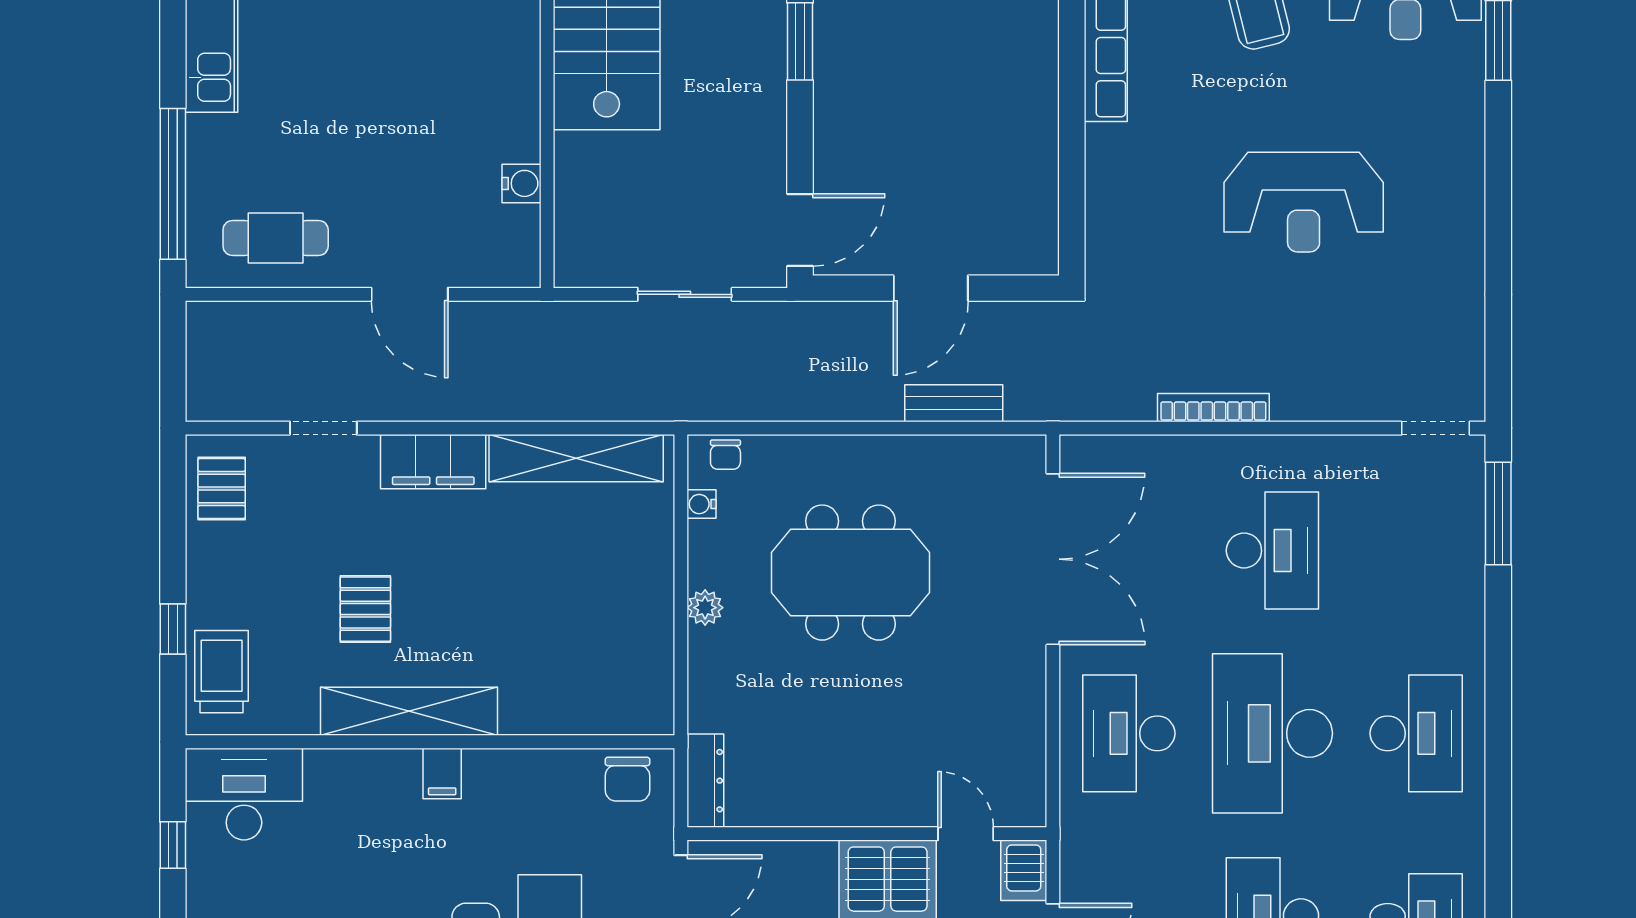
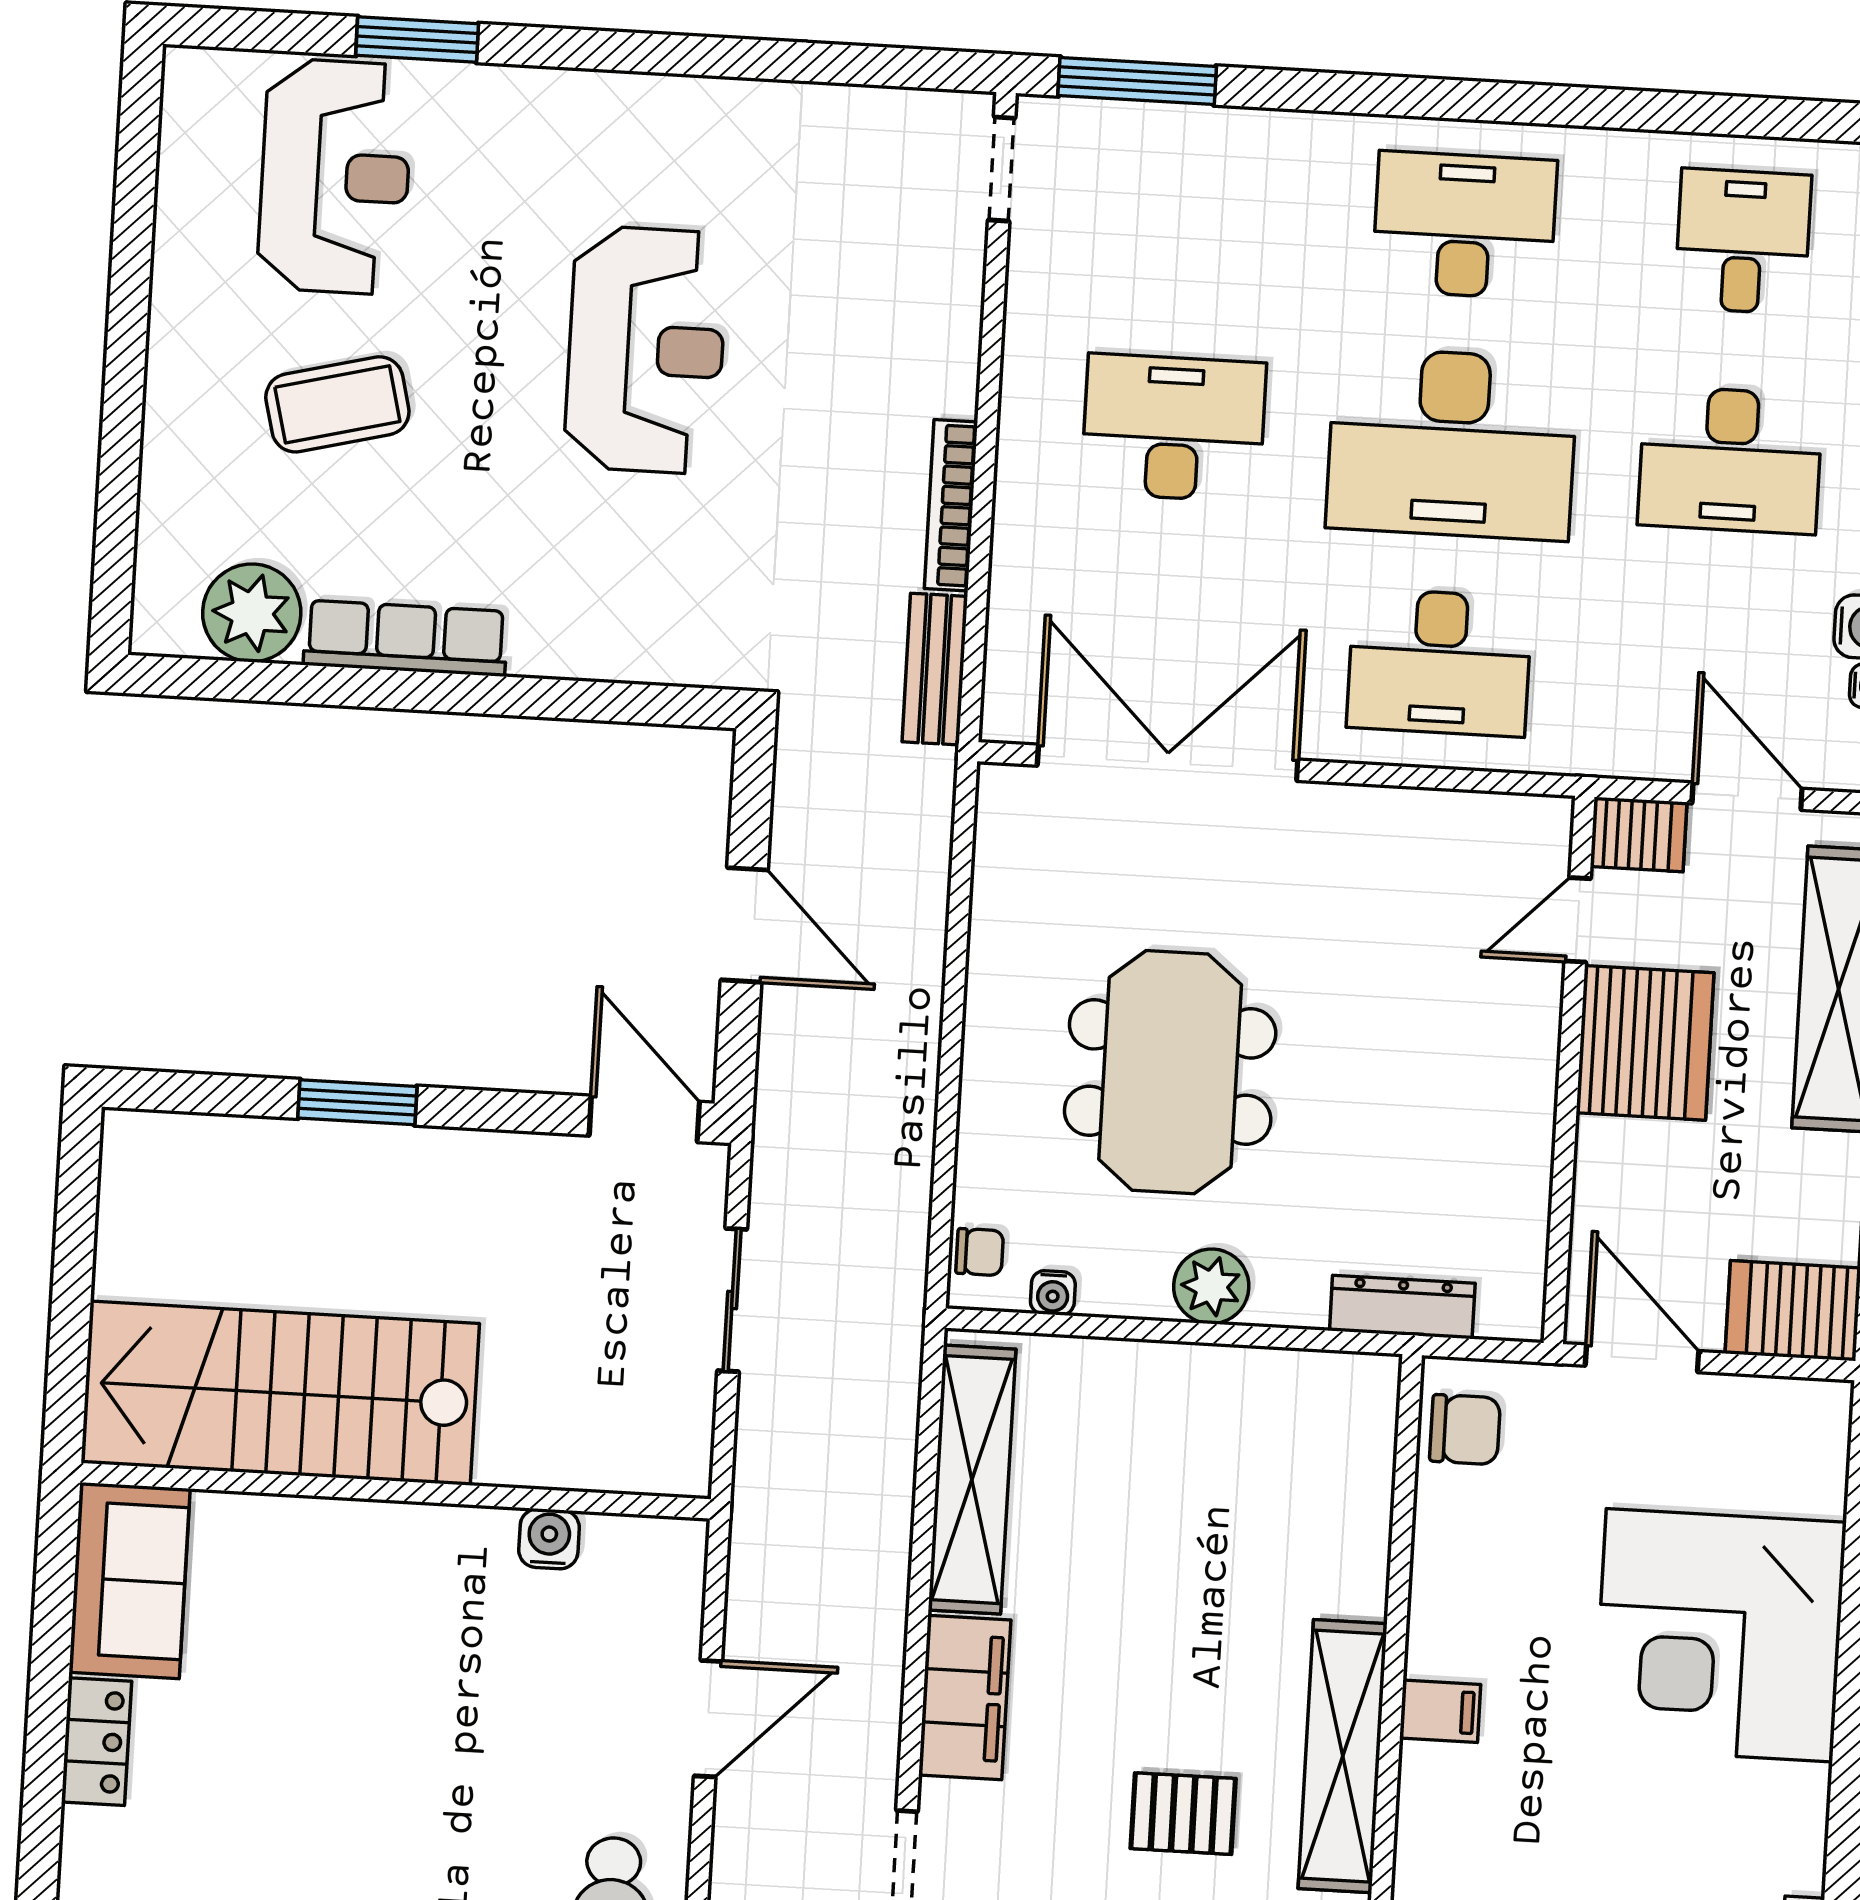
bench: (954, 403) -> (935, 669), moved
plant: (705, 608) -> (1211, 1286), width x1.38, depth x1.38
dresser: (705, 781) -> (1402, 1307), moved

